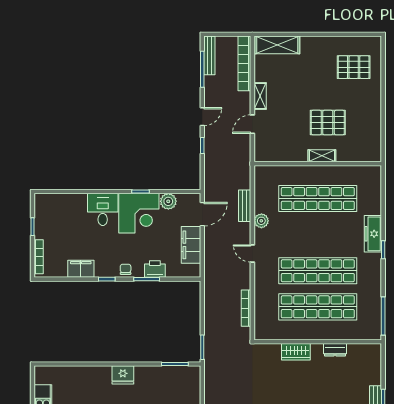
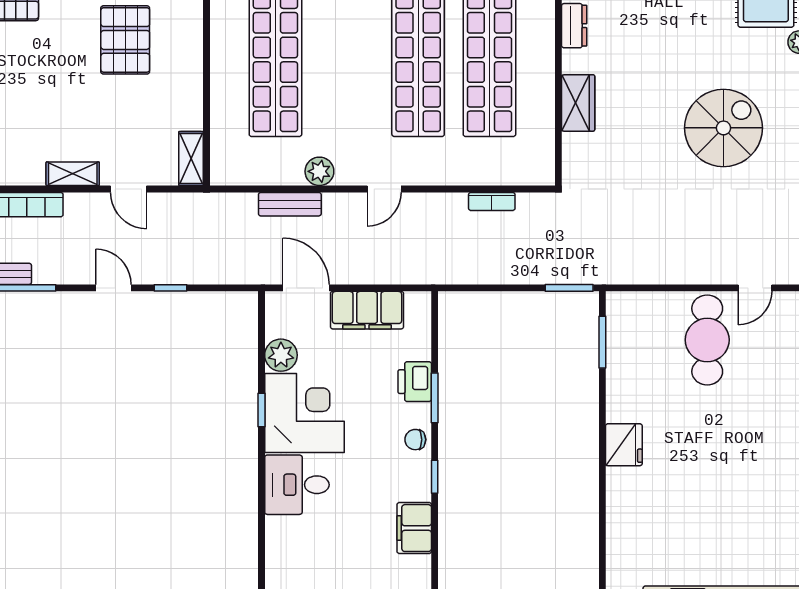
shelving: (322, 156) -> (191, 159), moved
bookcase: (246, 308) -> (492, 201), width x0.64

